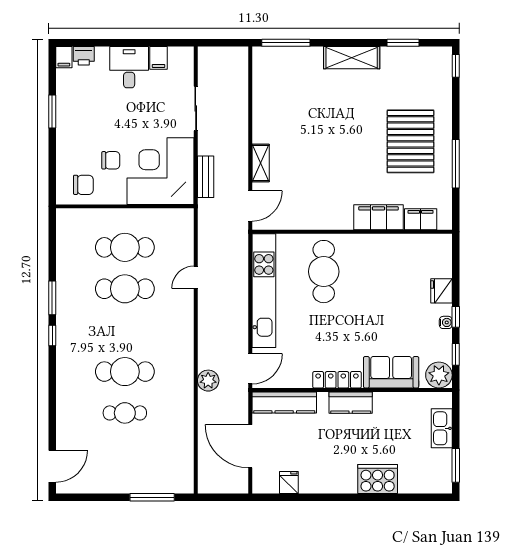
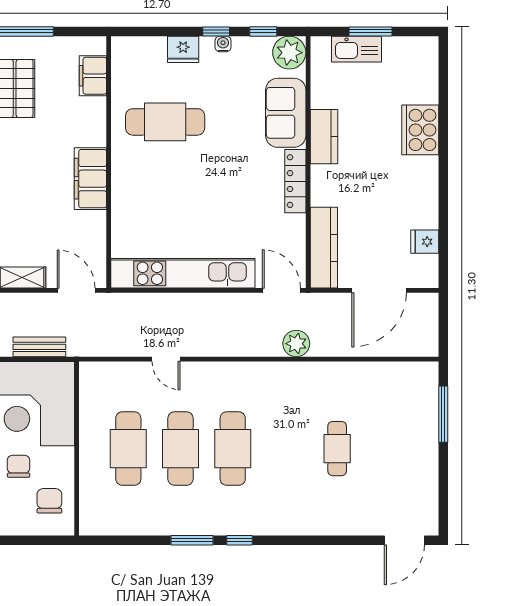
filing cabinet: (378, 217) -> (90, 179), moved
cafe table: (324, 272) -> (165, 122), moved
cafe table: (125, 372) -> (233, 449), moved
kitchen counter: (351, 403) -> (324, 137), moved
window: (456, 465) -> (371, 31), moved
door: (52, 466) -> (404, 540), swing flipped

